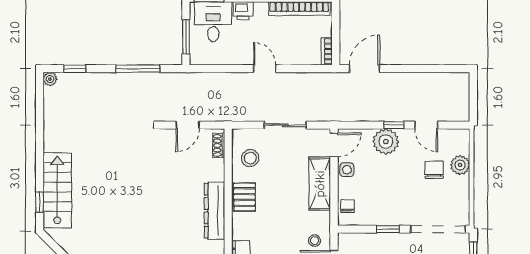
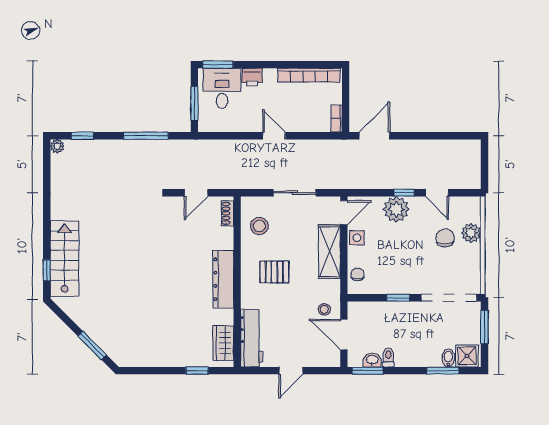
pallet: (244, 197) -> (274, 272), moved, turned 90

